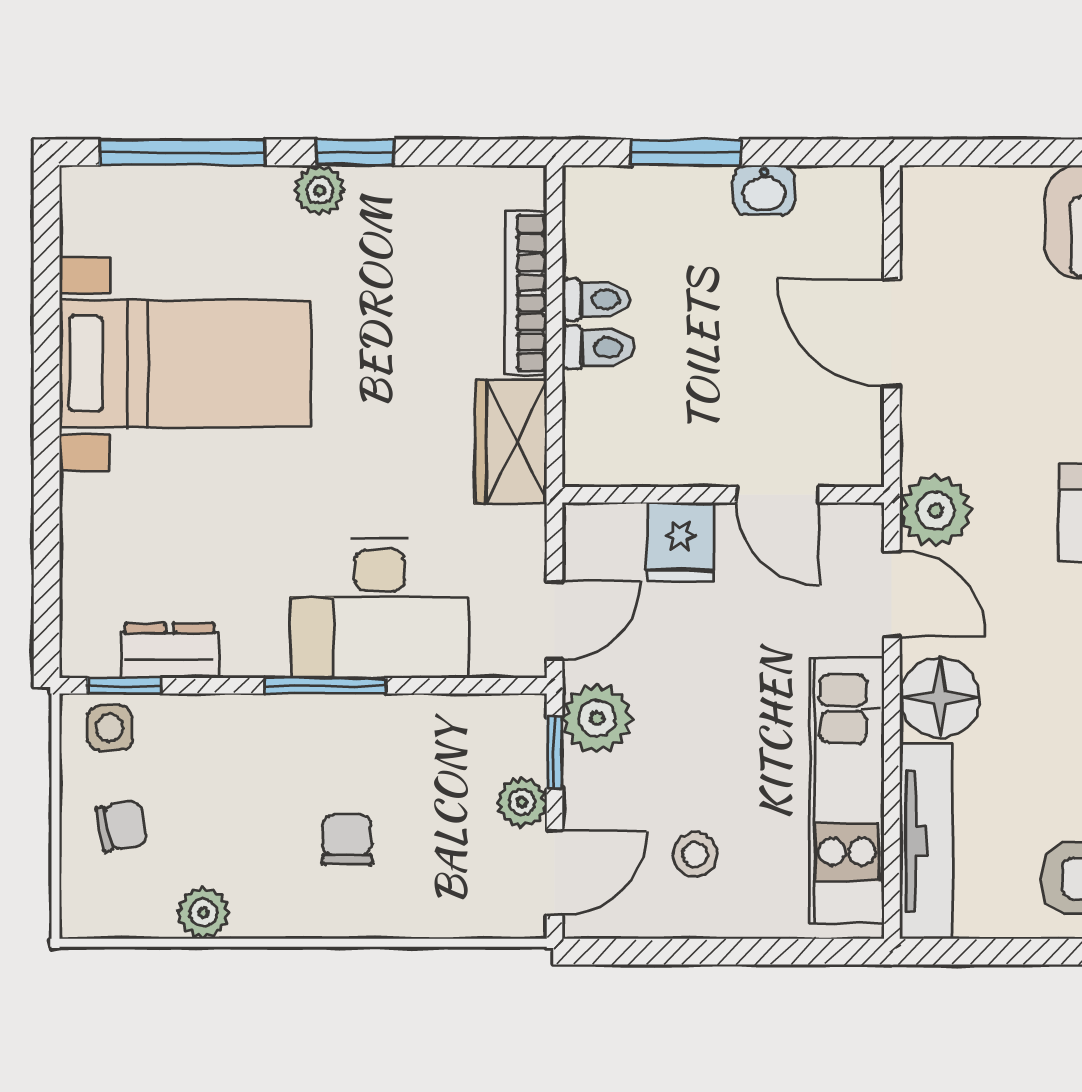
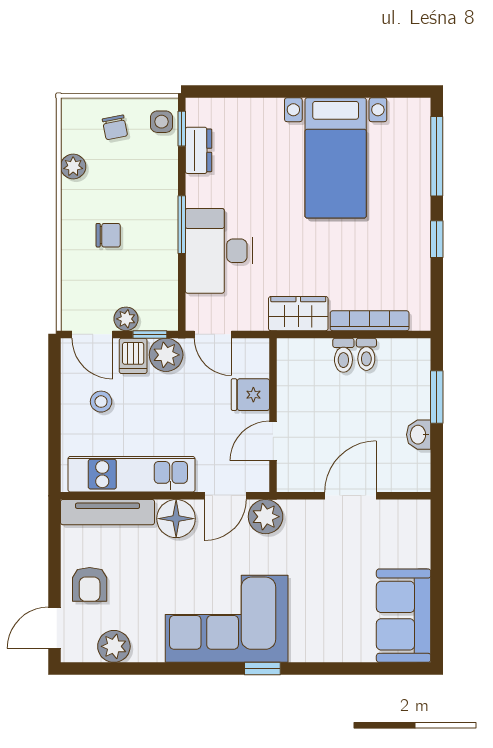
plant: (320, 190) -> (419, 222), removed
dishwasher: (599, 787) -> (133, 356), added

